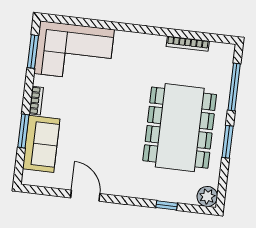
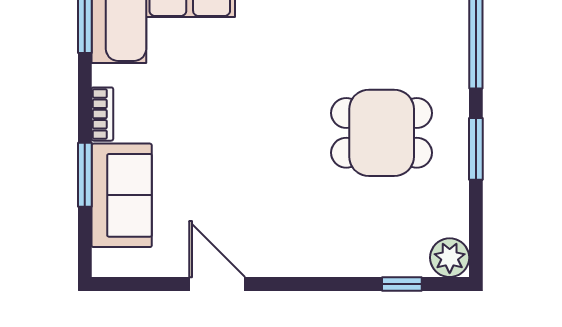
dining table: (180, 128) -> (382, 133), width x0.53, depth x0.80
window: (167, 205) -> (402, 284), moved

